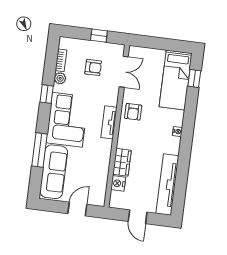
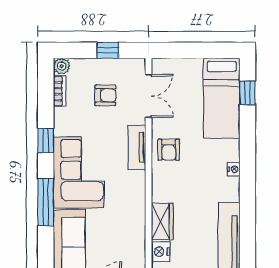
plant: (60, 78) -> (62, 66), moved
tv unit: (109, 122) -> (137, 147), moved
window: (39, 150) -> (46, 202), moved

